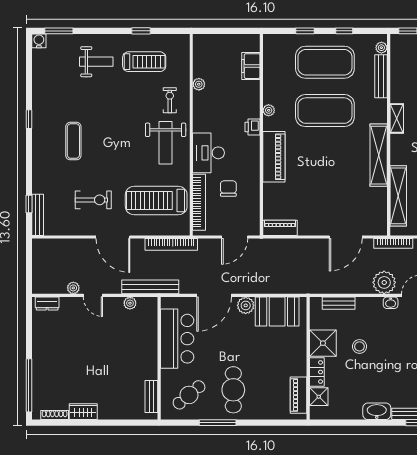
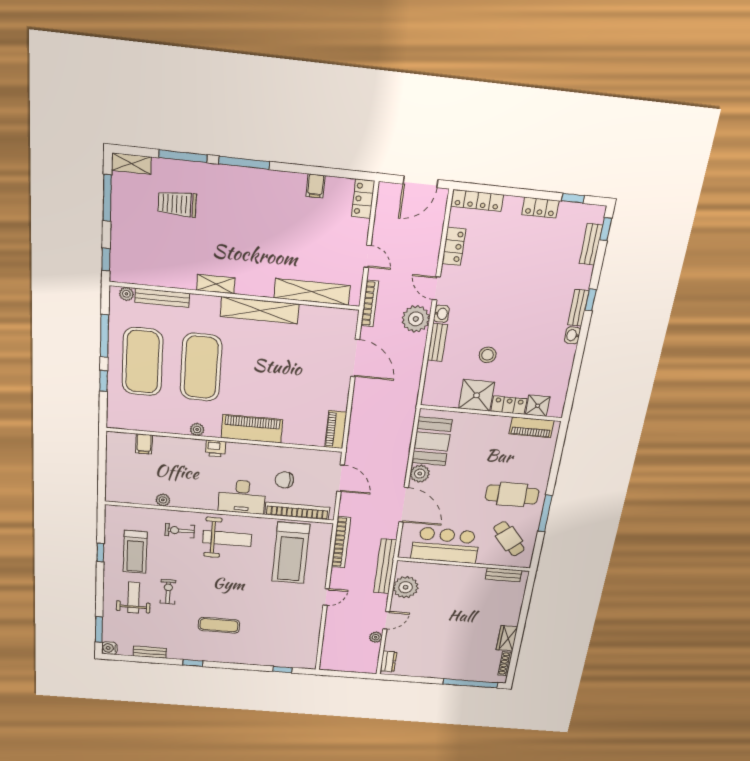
window: (344, 31) -> (104, 336), width x2.17
treadmill: (144, 62) -> (135, 552), turned 180
filing cabinet: (251, 66) -> (144, 444), width x0.50
exercise bike: (93, 200) -> (168, 592), moved, width x0.73, depth x0.72
bench: (38, 215) -> (150, 652), moved, width x0.73
door: (113, 237) -> (326, 597), width x0.53
plant: (130, 303) -> (406, 587), width x1.87, depth x1.87
bench: (339, 303) -> (437, 342), moved
washbasin: (377, 411) -> (572, 335), width x0.52, depth x0.69

